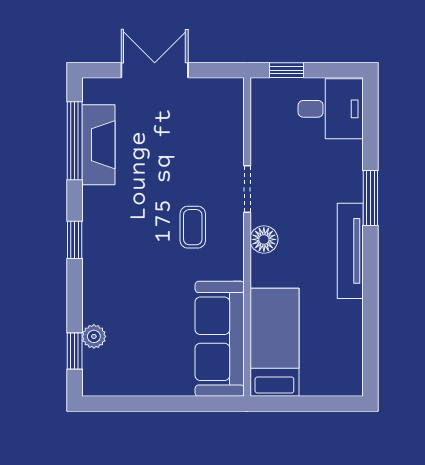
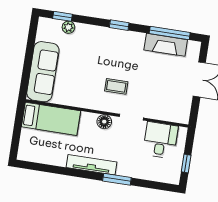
window: (286, 70) -> (186, 163), moved
desk: (331, 109) -> (160, 140), moved, turned 180
sofa: (220, 339) -> (43, 72), moved, turned 90

